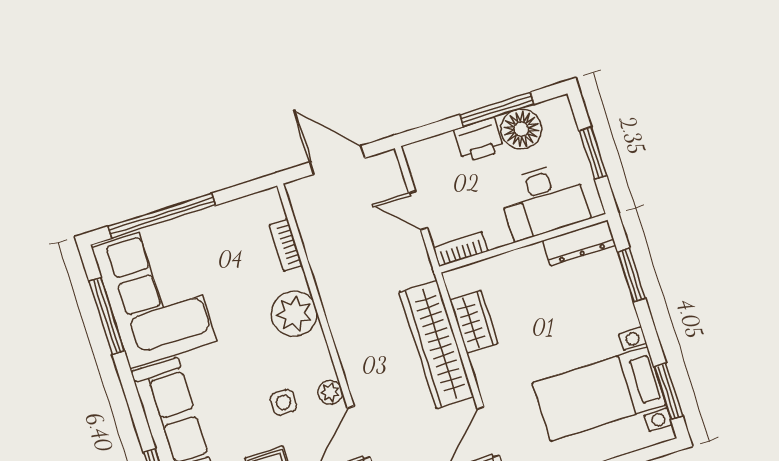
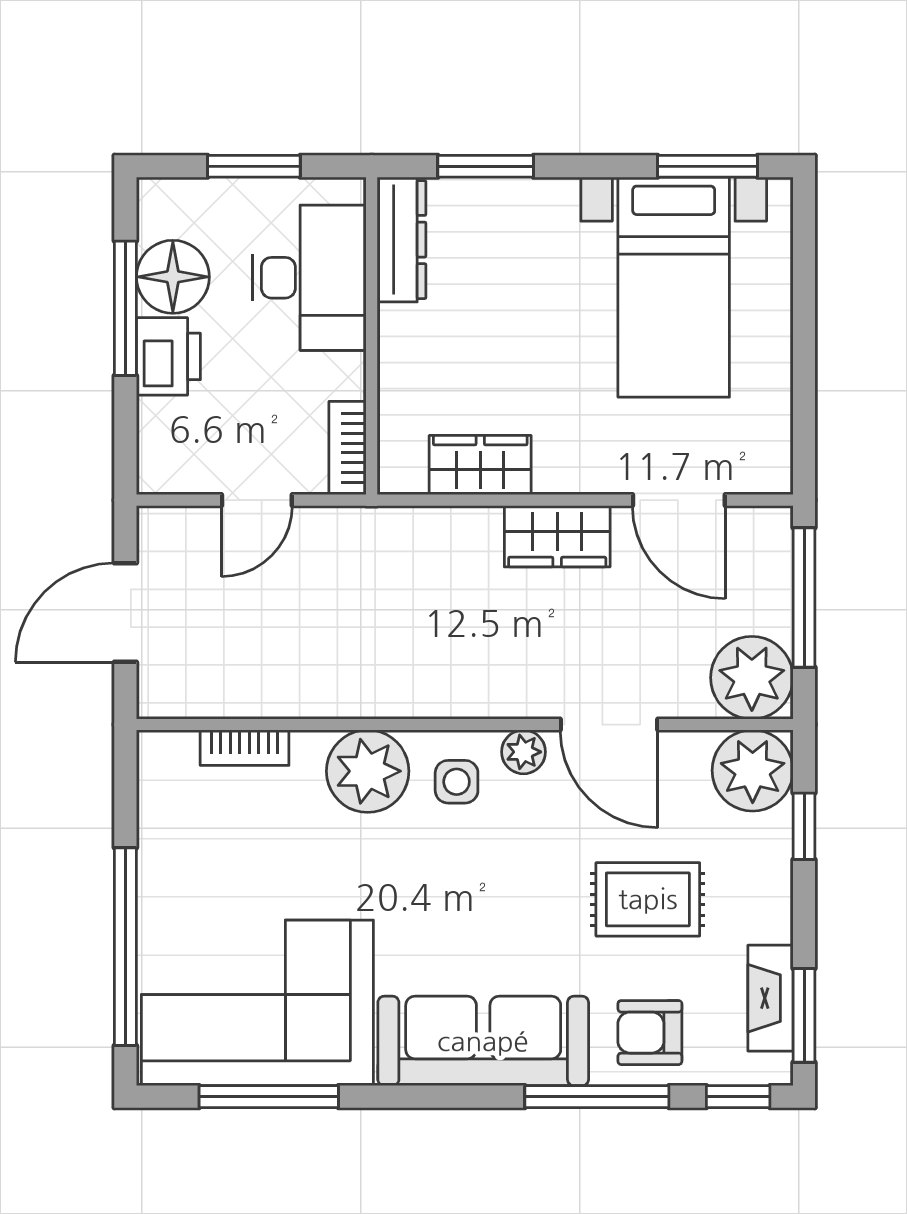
wardrobe: (437, 344) -> (557, 536), width x0.48, depth x0.85
side table: (284, 402) -> (457, 782), moved

